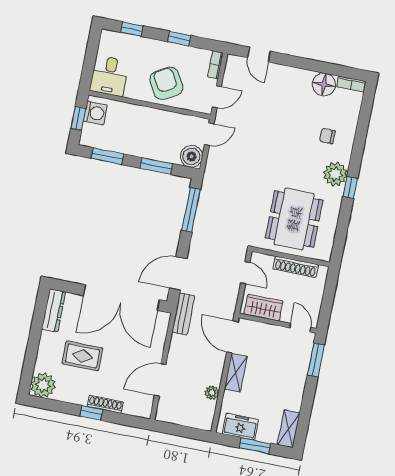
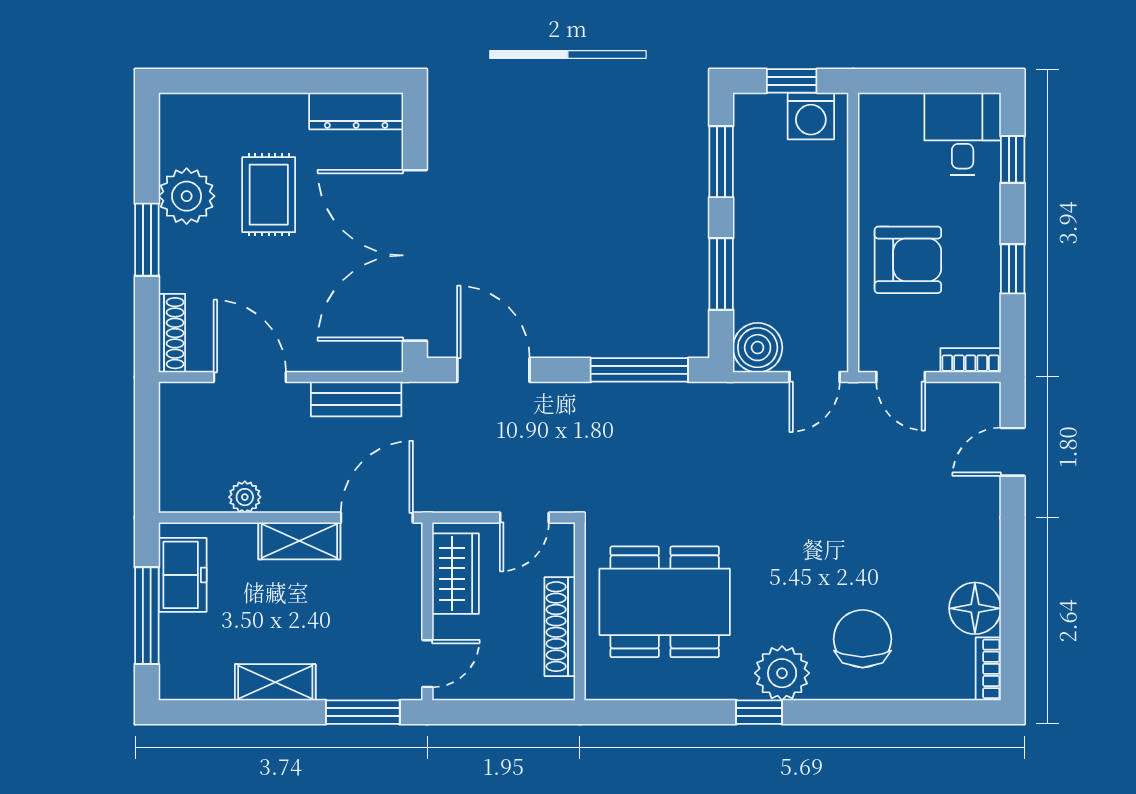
desk: (109, 76) -> (963, 134), moved, turned 90
armchair: (166, 83) -> (908, 260), turned 30
door: (209, 134) -> (815, 377), hinge flipped
chair: (327, 136) -> (863, 639), width x1.87, depth x1.87
bench: (183, 314) -> (356, 399), moved
plant: (43, 385) -> (187, 196), moved
shoe rack: (105, 404) -> (172, 333), moved
window: (91, 413) -> (147, 240), width x1.50
shelving: (289, 429) -> (275, 682), moved
window: (255, 446) -> (147, 616), width x1.44

